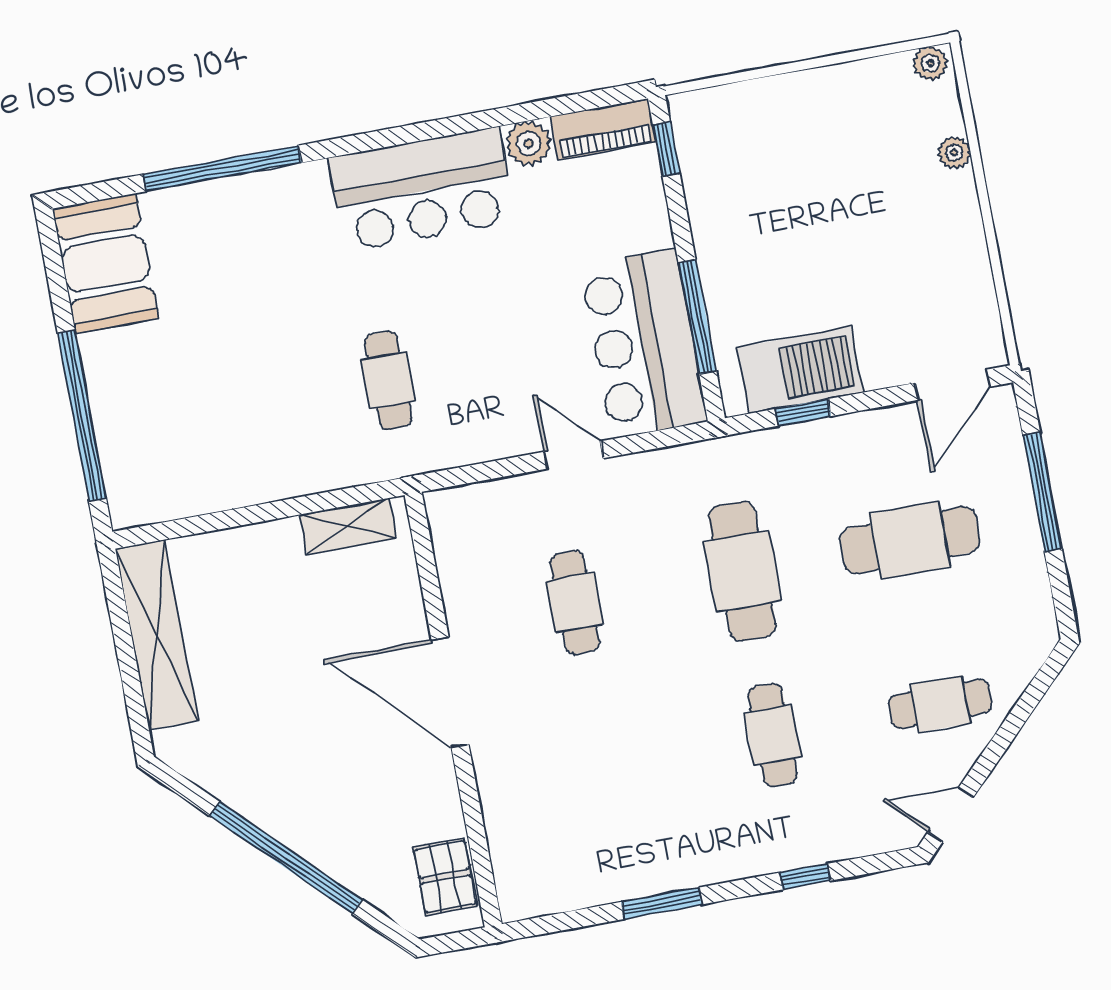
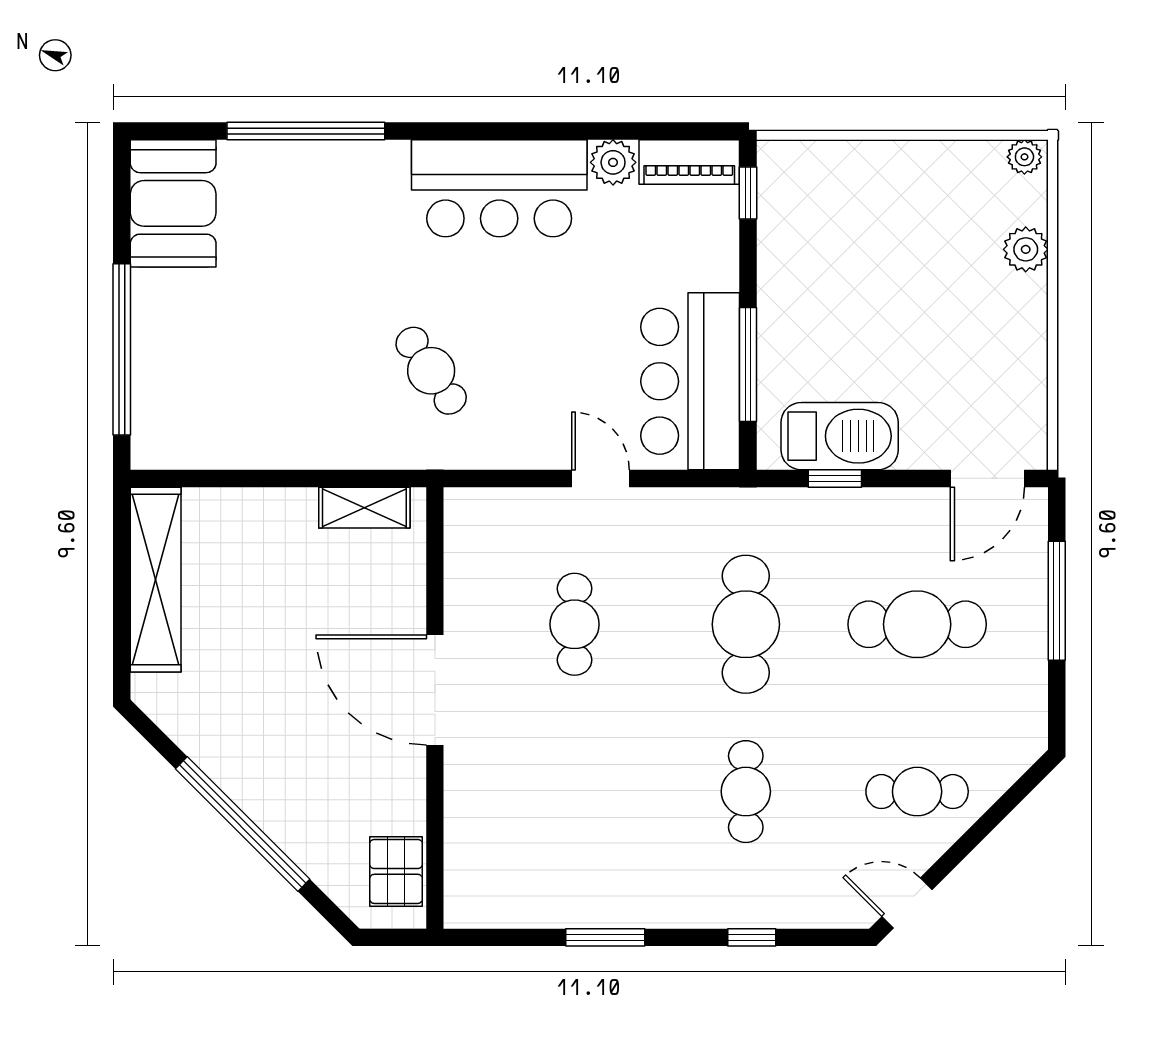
plant: (954, 153) -> (1026, 249), width x1.38, depth x1.38
cafe table: (388, 380) -> (431, 371), turned -34

